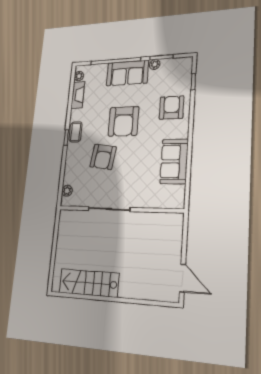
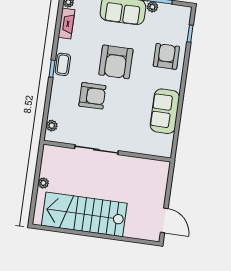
armchair: (103, 157) -> (92, 96), turned -98
plant: (61, 248) -> (43, 183), added
stairs: (89, 283) -> (84, 214), width x1.36, depth x1.51

